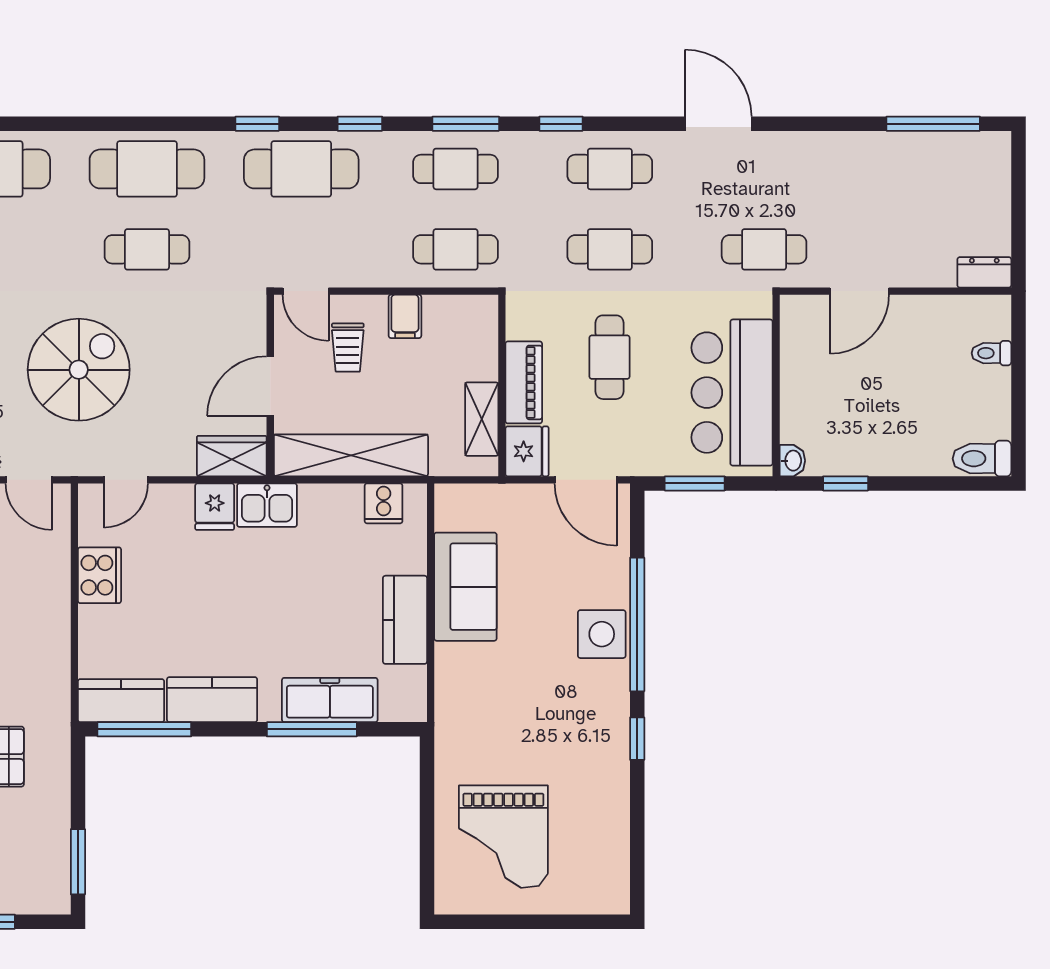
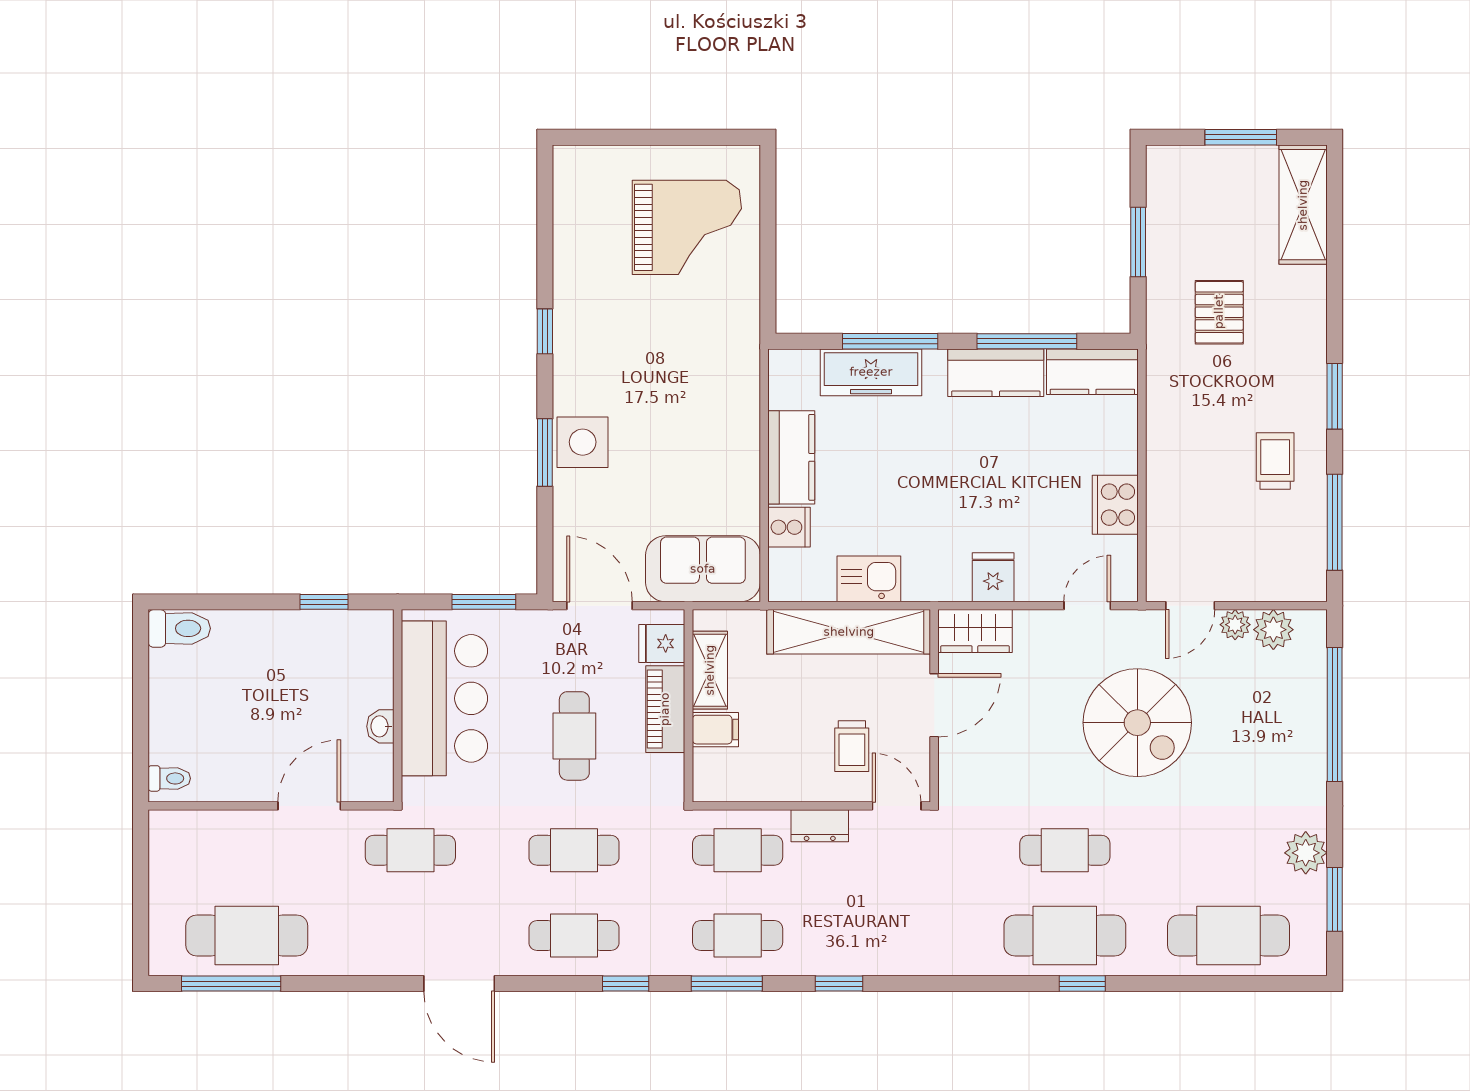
window: (257, 124) -> (1082, 984), moved
cafe table: (301, 169) -> (247, 936), moved
dresser: (984, 272) -> (820, 826), moved
filing cabinet: (405, 316) -> (715, 730), moved, turned 90
trolley: (348, 347) -> (852, 746), turned 180
toilet: (991, 353) -> (169, 778), moved
spiral stairs: (79, 370) -> (1137, 723), turned -90
fridge: (527, 451) -> (662, 643), width x0.72
washbasin: (792, 461) -> (380, 726), moved
door: (29, 480) -> (1190, 606), swing flipped
cooker: (384, 503) -> (789, 527), moved, turned 90
kitchen sink: (267, 505) -> (869, 579), moved
sofa: (465, 587) -> (703, 569), moved, turned 90
window: (637, 624) -> (545, 452), width x0.47
window: (144, 729) -> (1027, 341), moved
grand piano: (503, 837) -> (687, 227), turned 90
window: (78, 862) -> (1138, 242), moved

